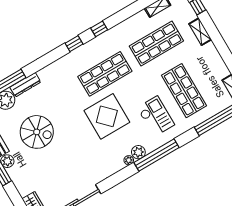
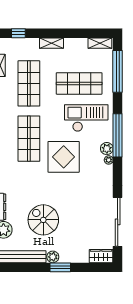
shelving: (200, 32) -> (51, 43), moved
checkout: (156, 116) -> (86, 118), width x1.36, depth x1.21
spiral stairs: (37, 132) -> (43, 220), turned -90

